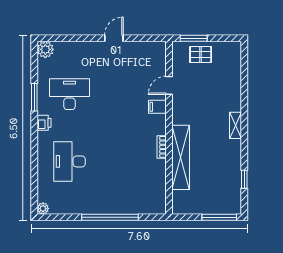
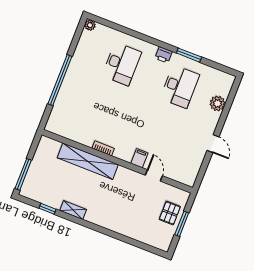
window: (194, 38) -> (182, 224), moved
plant: (45, 49) -> (218, 103), moved
shelving: (236, 125) -> (73, 210), moved
desk: (69, 161) -> (122, 64), turned 90

